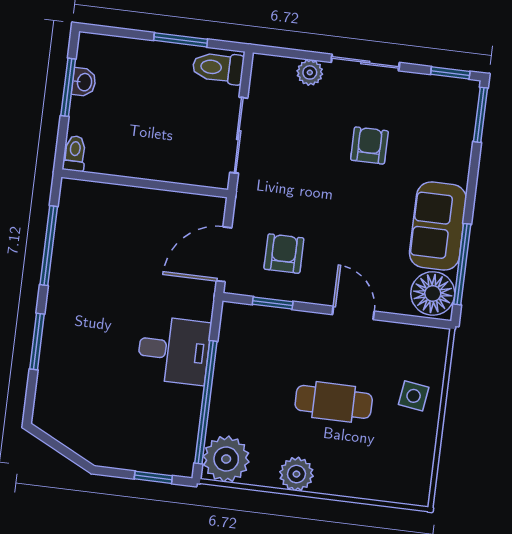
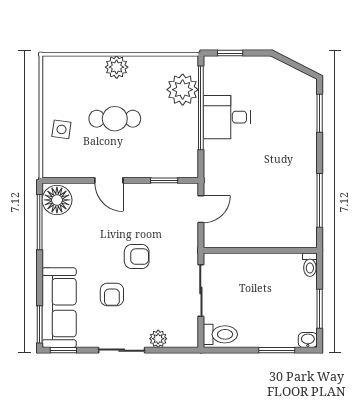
window: (181, 40) -> (277, 350), moved
washbasin: (84, 82) -> (308, 340), moved, turned 90
sofa: (438, 226) -> (59, 308), moved, width x1.36
door: (224, 254) -> (201, 209), width x0.73
armchair: (284, 254) -> (137, 257), moved, turned -90
window: (37, 342) -> (320, 113), moved
desk: (174, 350) -> (227, 117), moved
plant: (226, 459) -> (183, 90), moved
plant: (296, 474) -> (117, 67), moved

